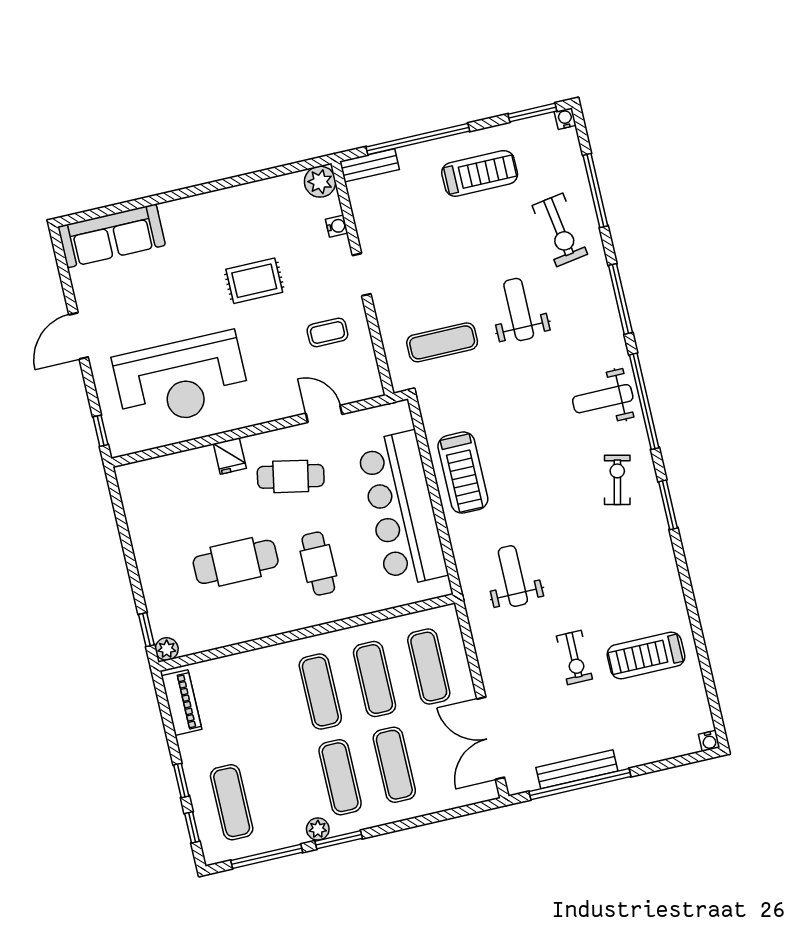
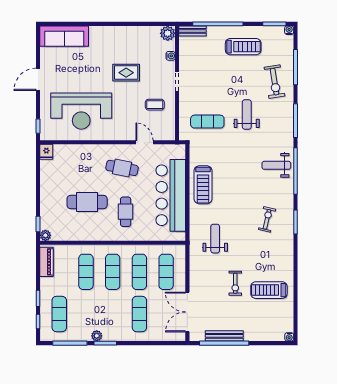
fridge: (230, 456) -> (46, 152), moved
exercise bike: (617, 480) -> (267, 219), moved
exercise mat: (340, 777) -> (86, 272), moved

